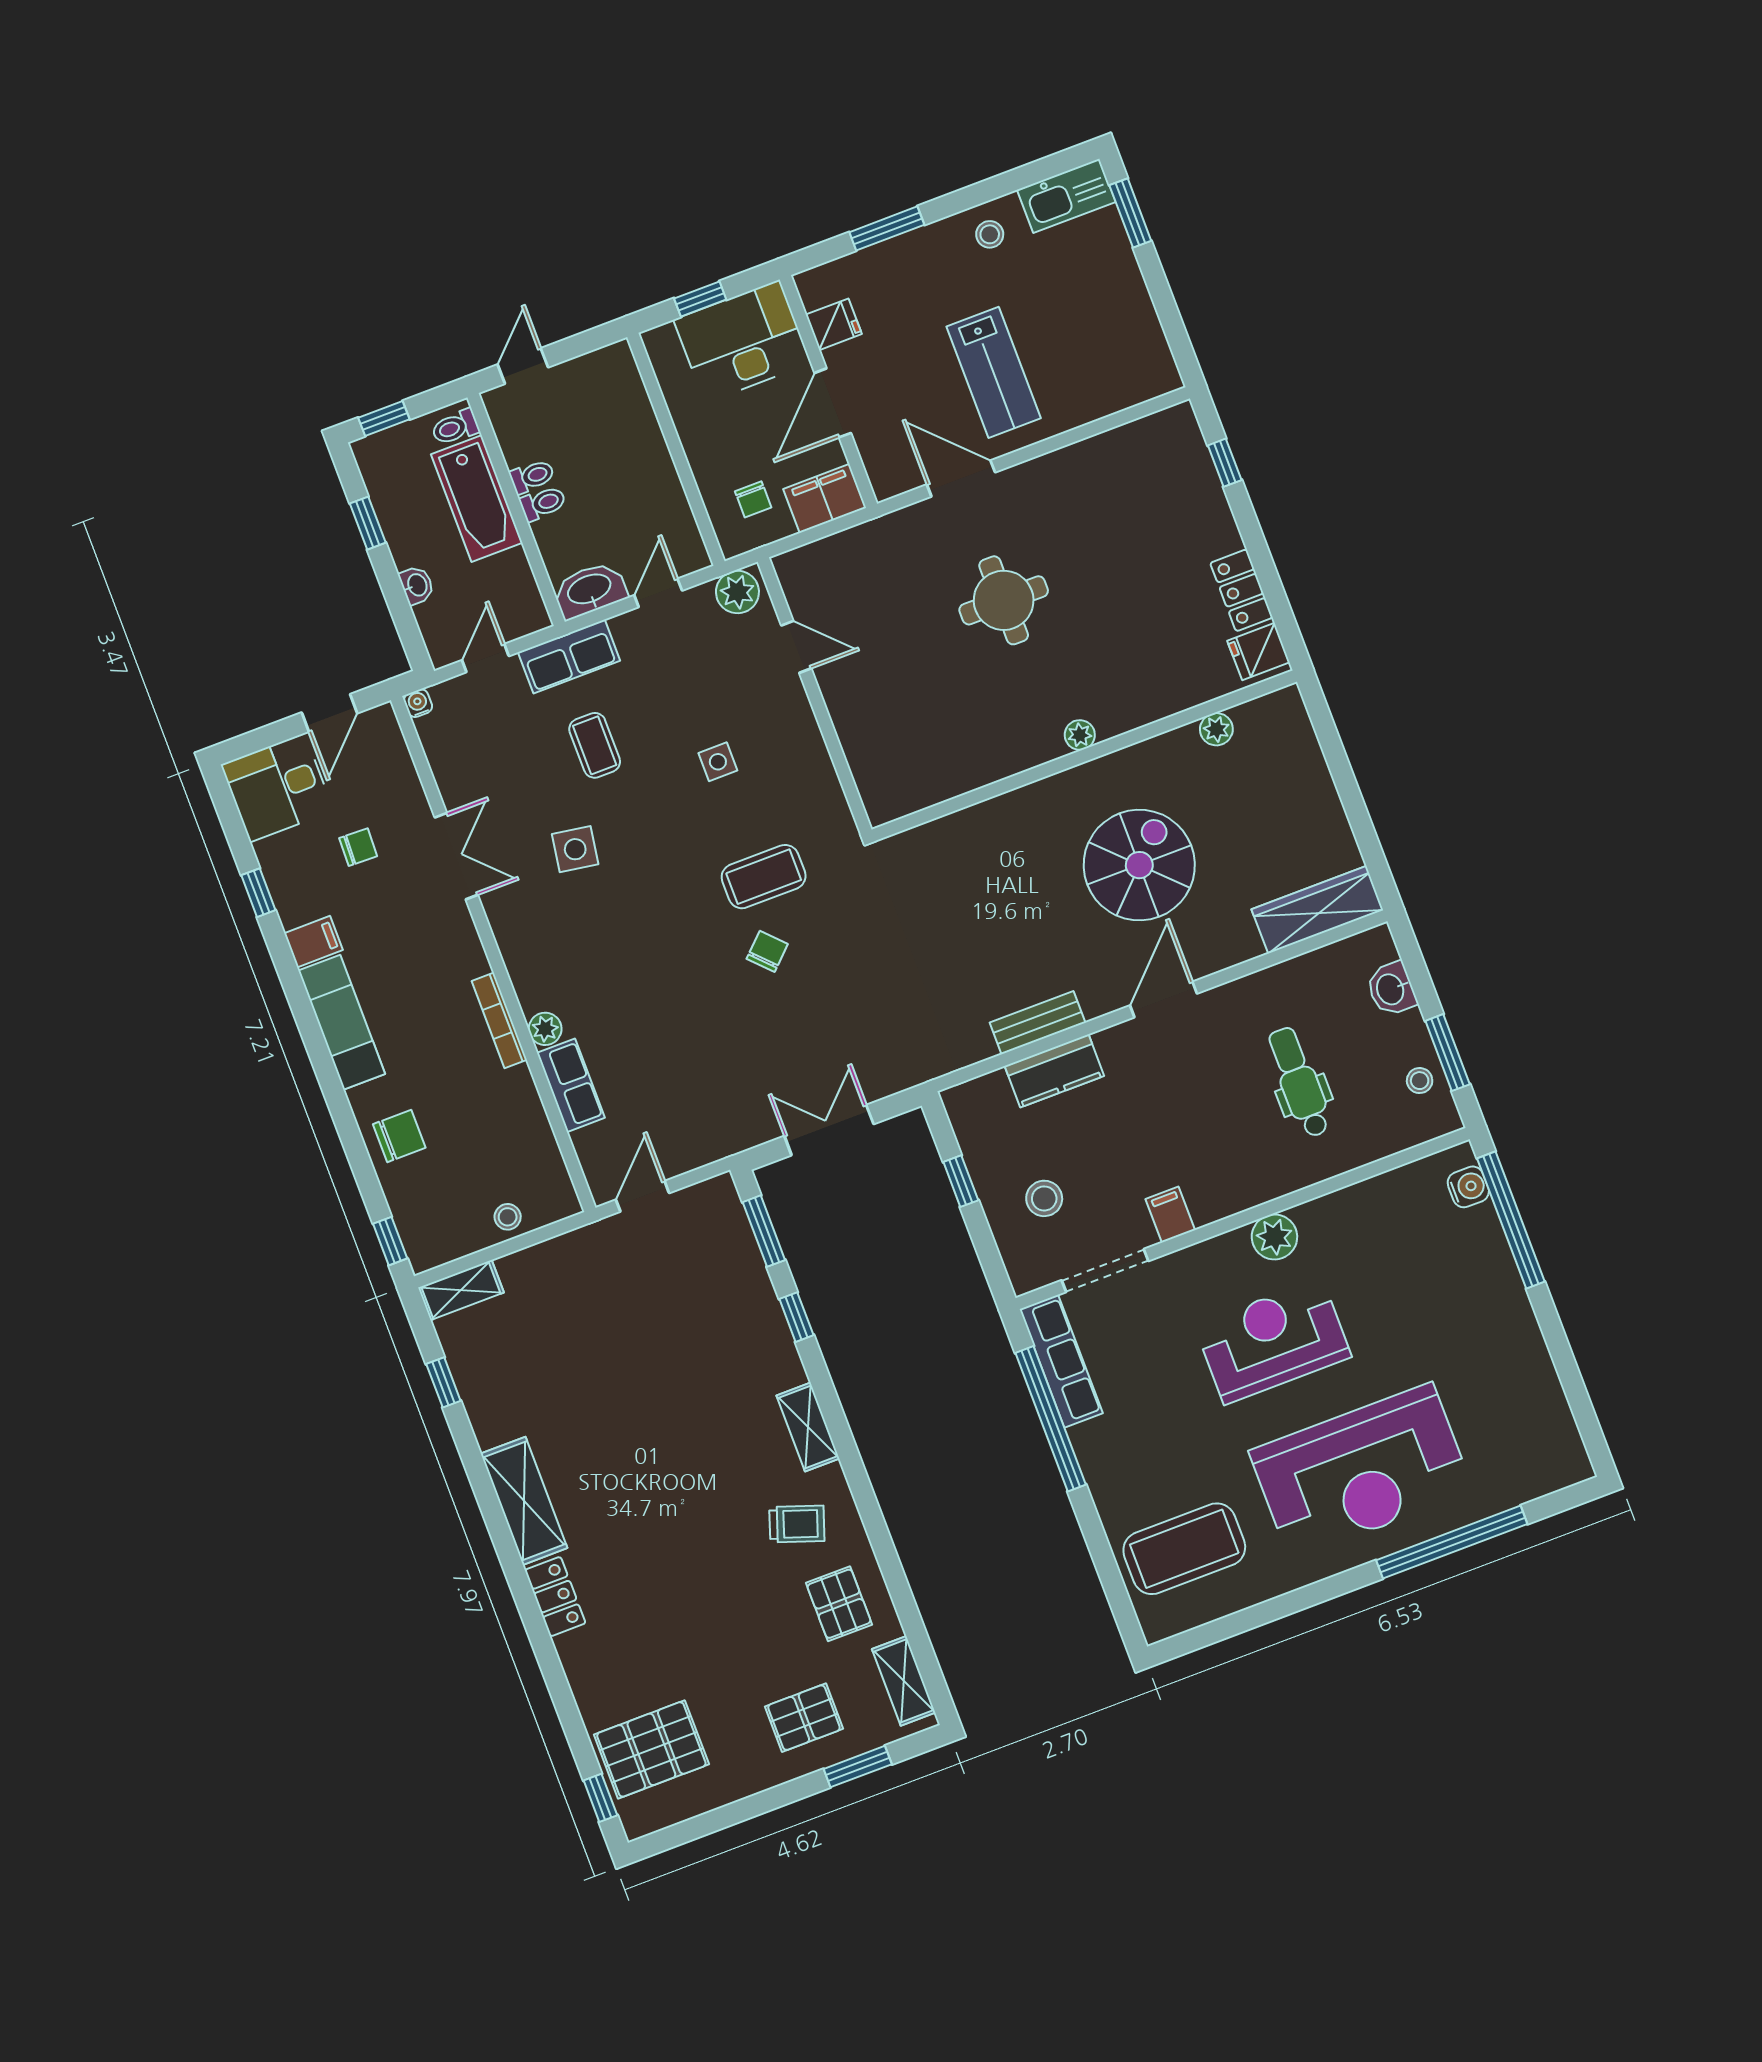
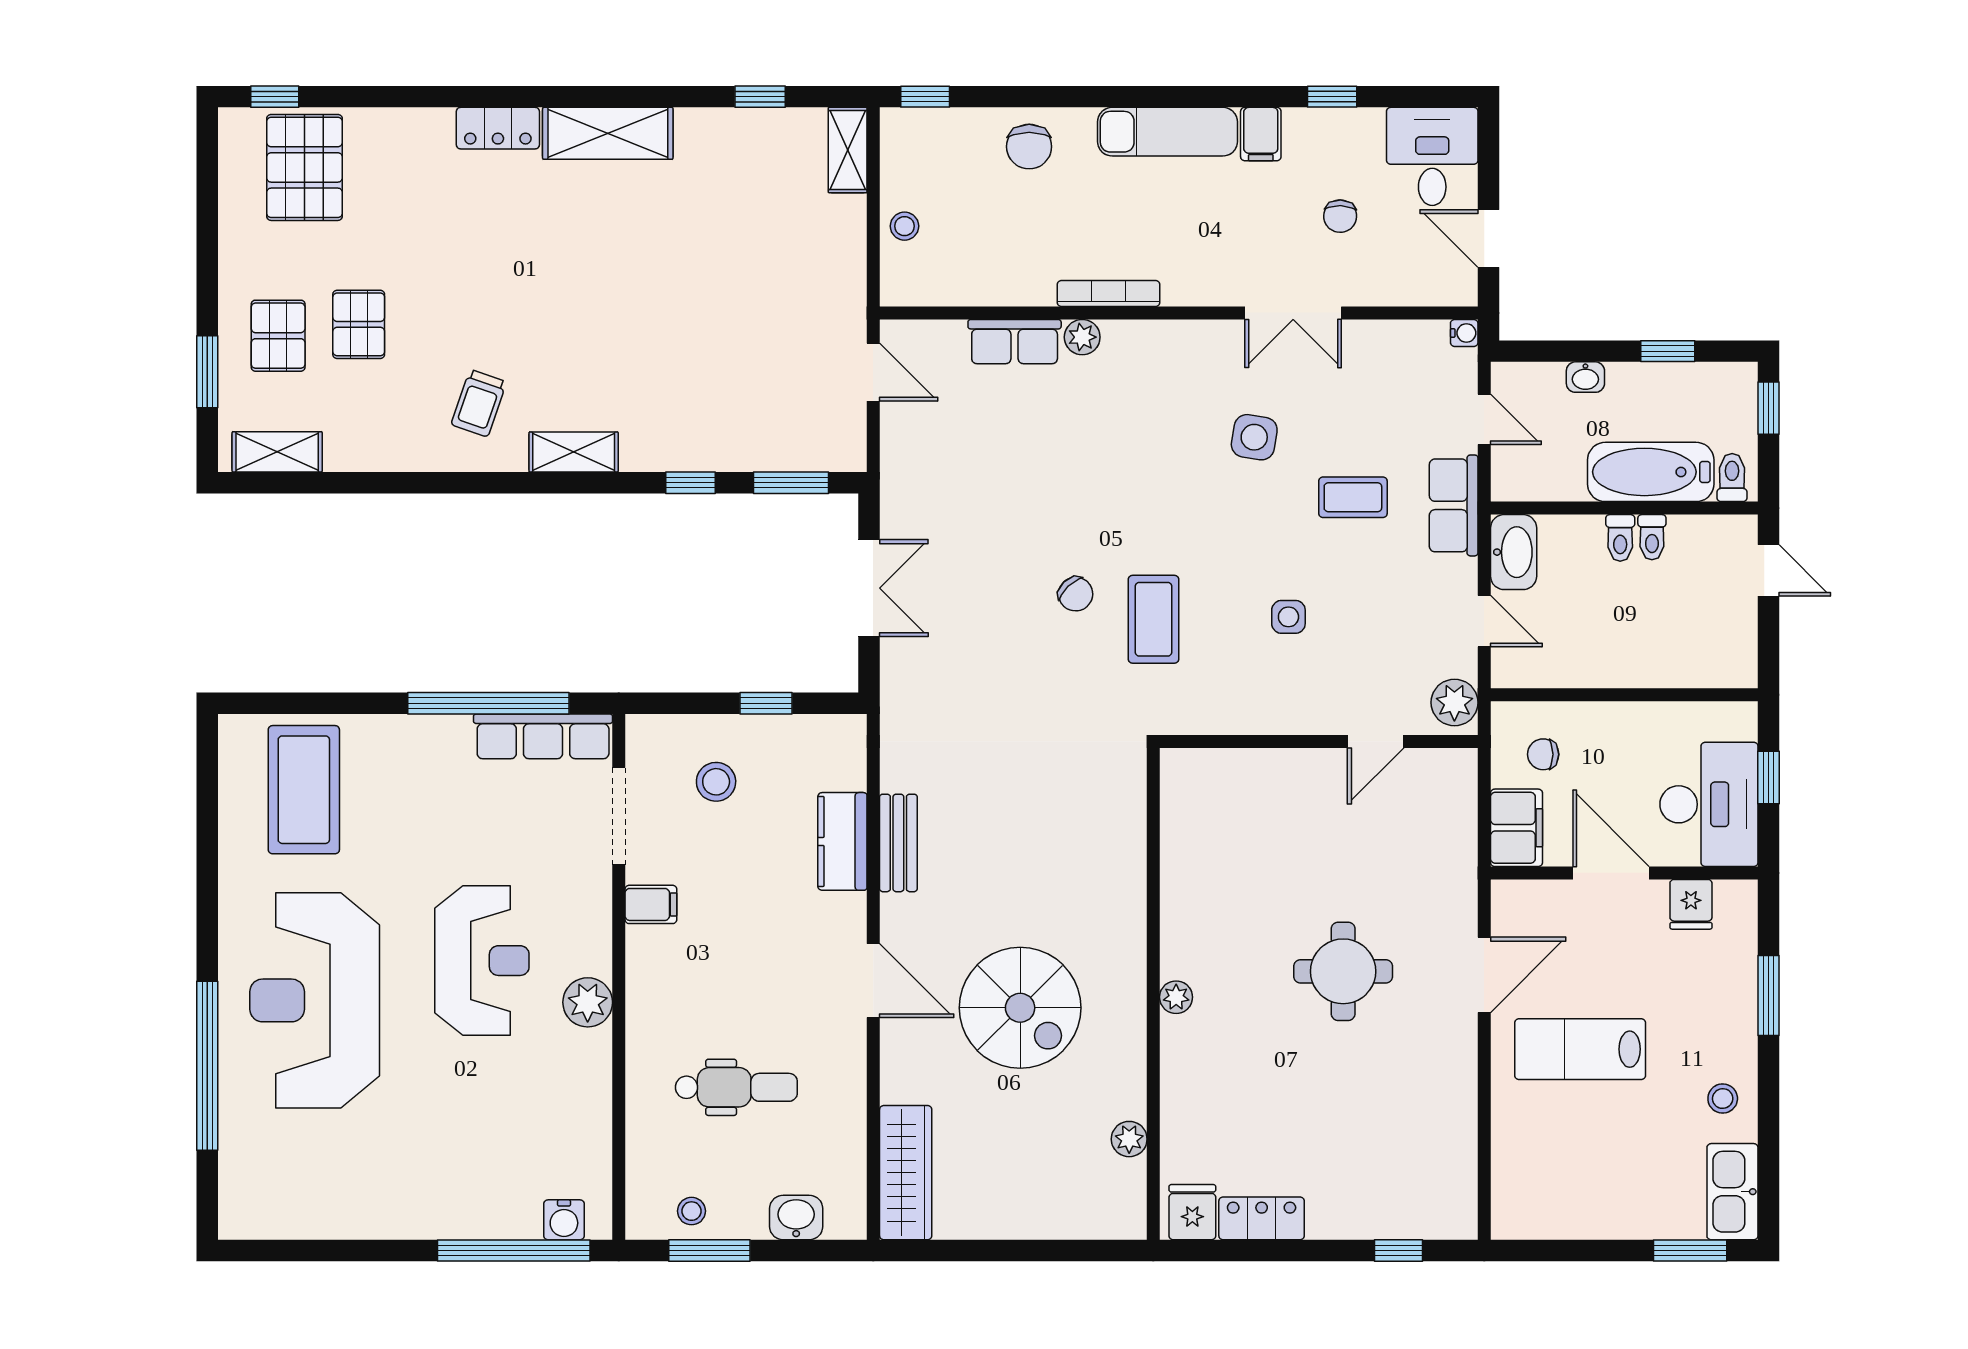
pallet: (839, 1604) -> (359, 324), moved, turned 90

